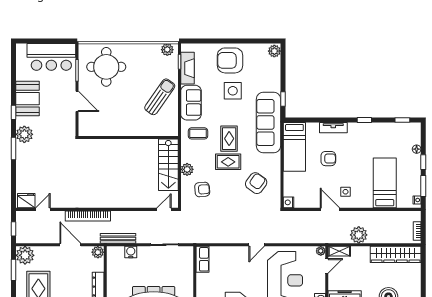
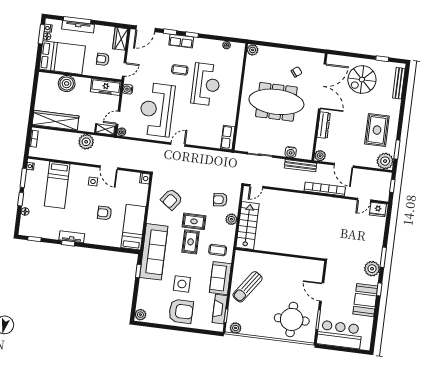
tv unit: (333, 128) -> (72, 237), moved

